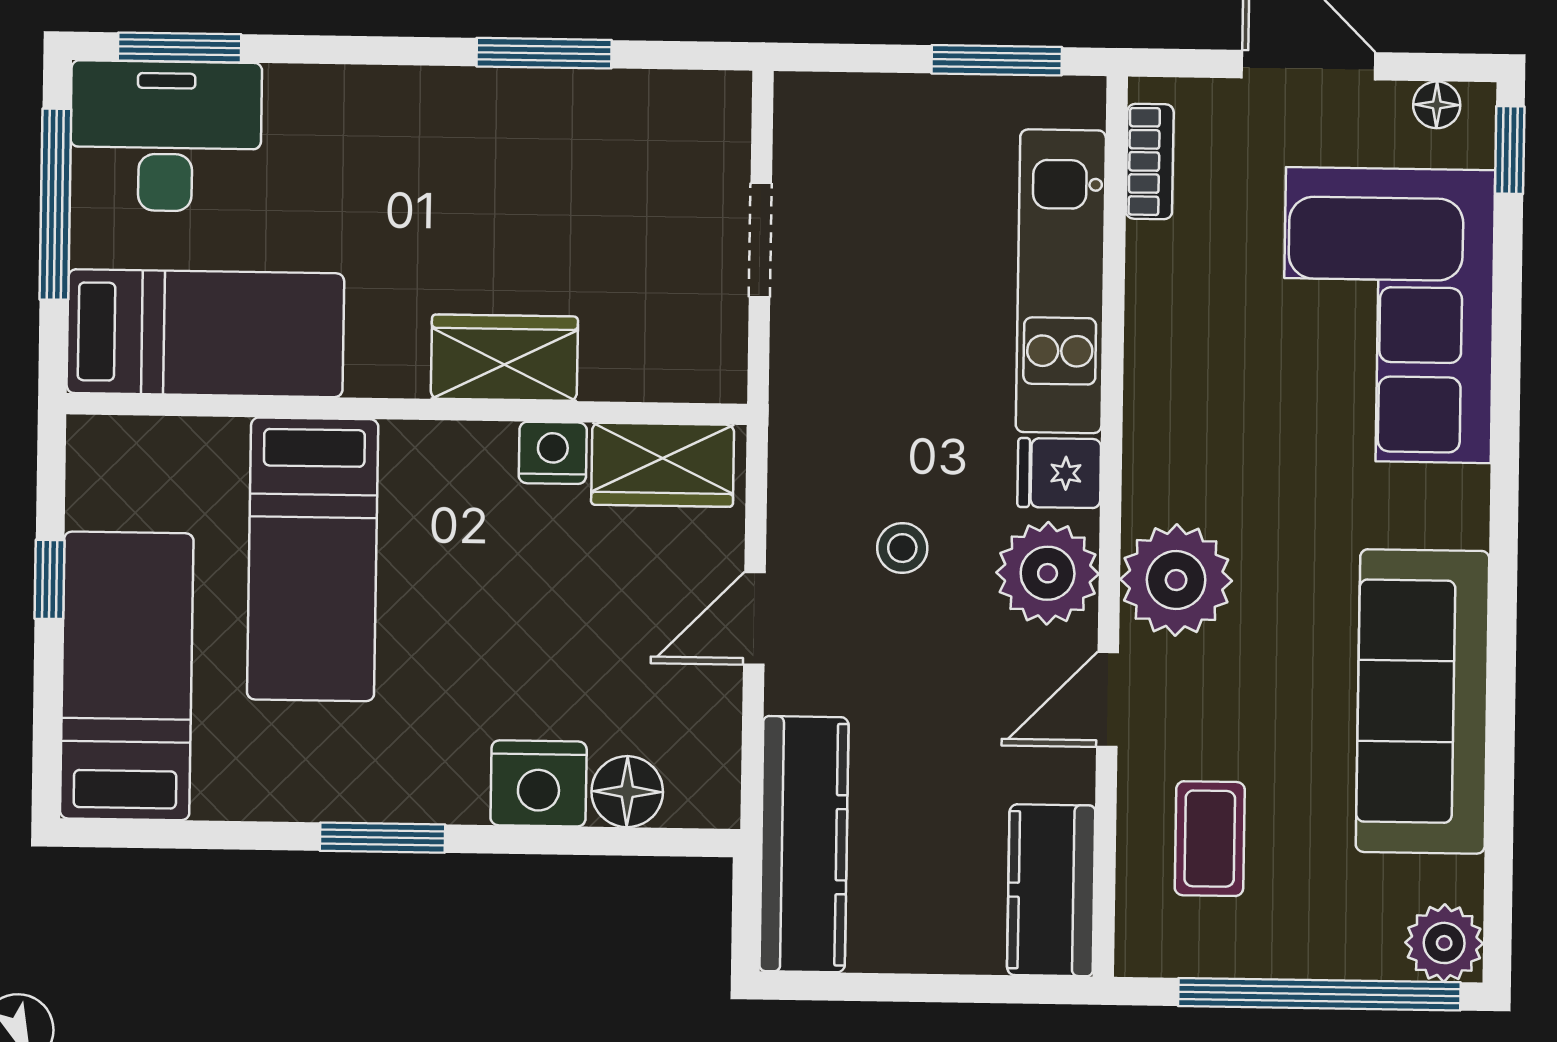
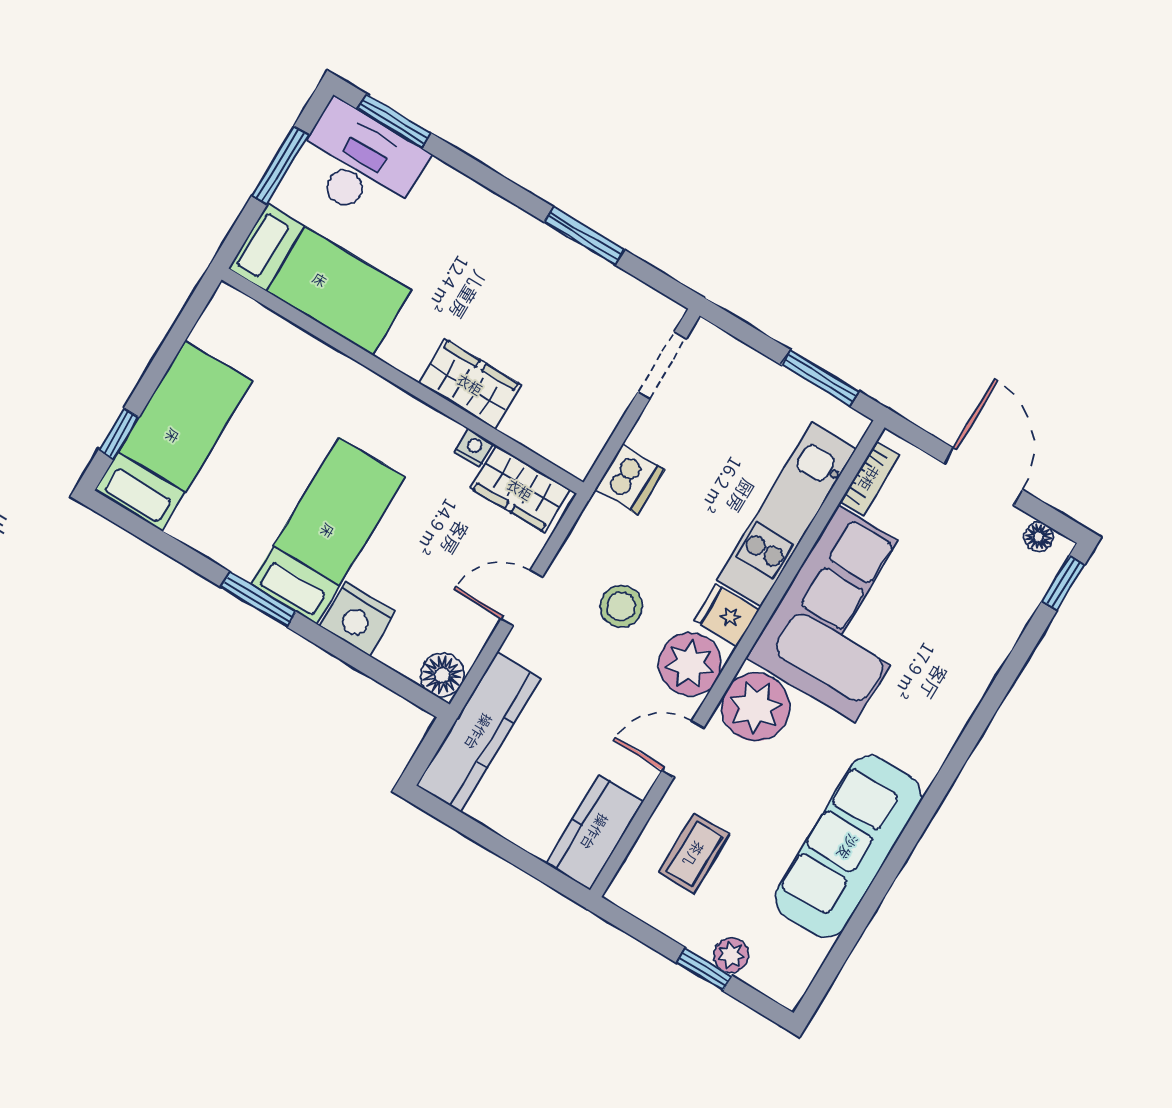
window: (55, 204) -> (280, 165), width x0.69
doorway: (760, 240) -> (662, 365), moved
corner sofa: (1388, 315) -> (847, 614), moved, turned 180
dishwasher: (810, 361) -> (630, 479), added
nightstand: (553, 453) -> (474, 448), width x0.72, depth x0.74
stool: (902, 548) -> (621, 606), width x1.37, depth x1.37
bed: (313, 559) -> (328, 531), moved, turned 180
window: (49, 579) -> (119, 433), moved
floor lamp: (627, 792) -> (442, 675), moved
plant: (1444, 943) -> (731, 955), moved, width x0.73, depth x0.73
window: (1319, 994) -> (704, 969), width x0.32

